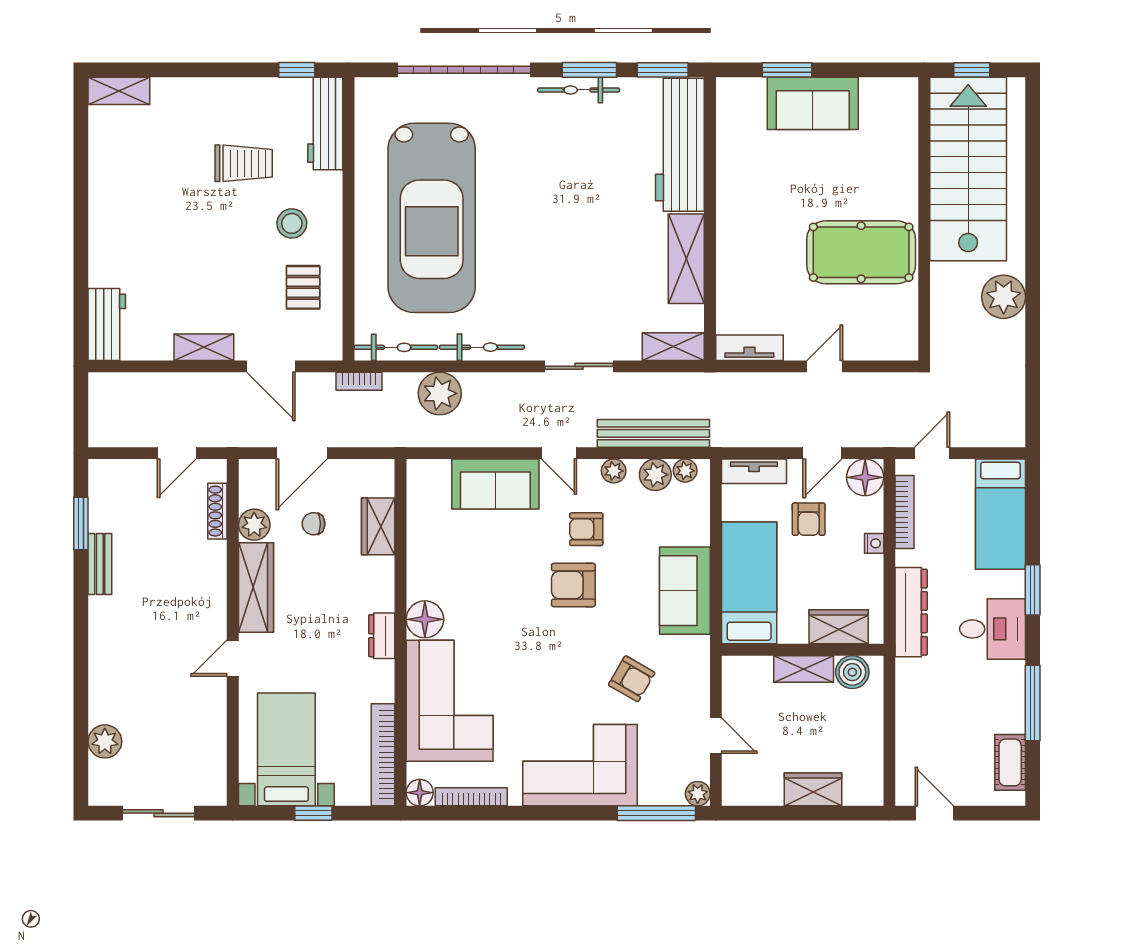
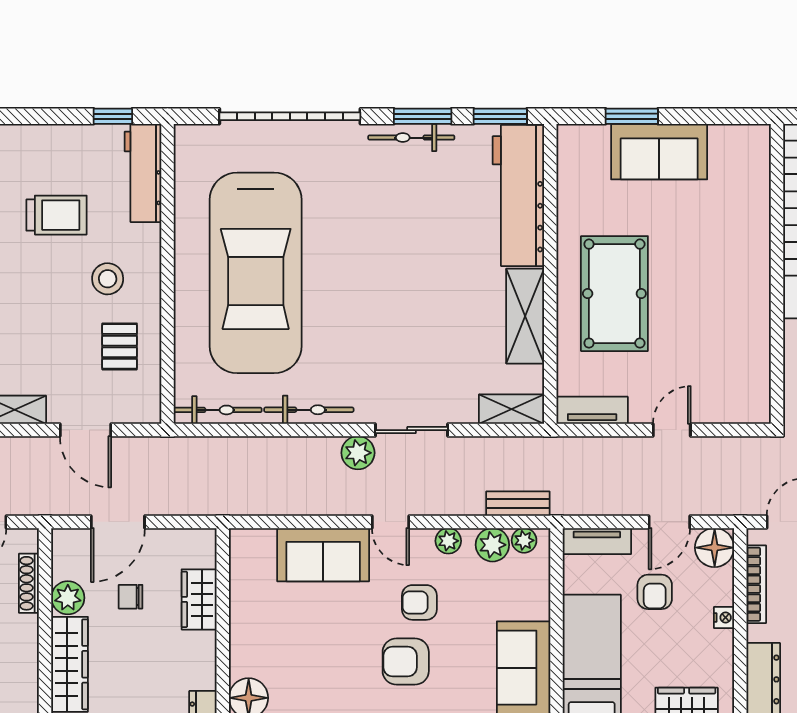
pool table: (861, 252) -> (614, 294), moved, turned 90
bookcase: (359, 381) -> (179, 446), removed
plant: (440, 393) -> (358, 453), moved, width x0.73, depth x0.73
bench: (653, 433) -> (518, 504), width x0.54, depth x0.82

